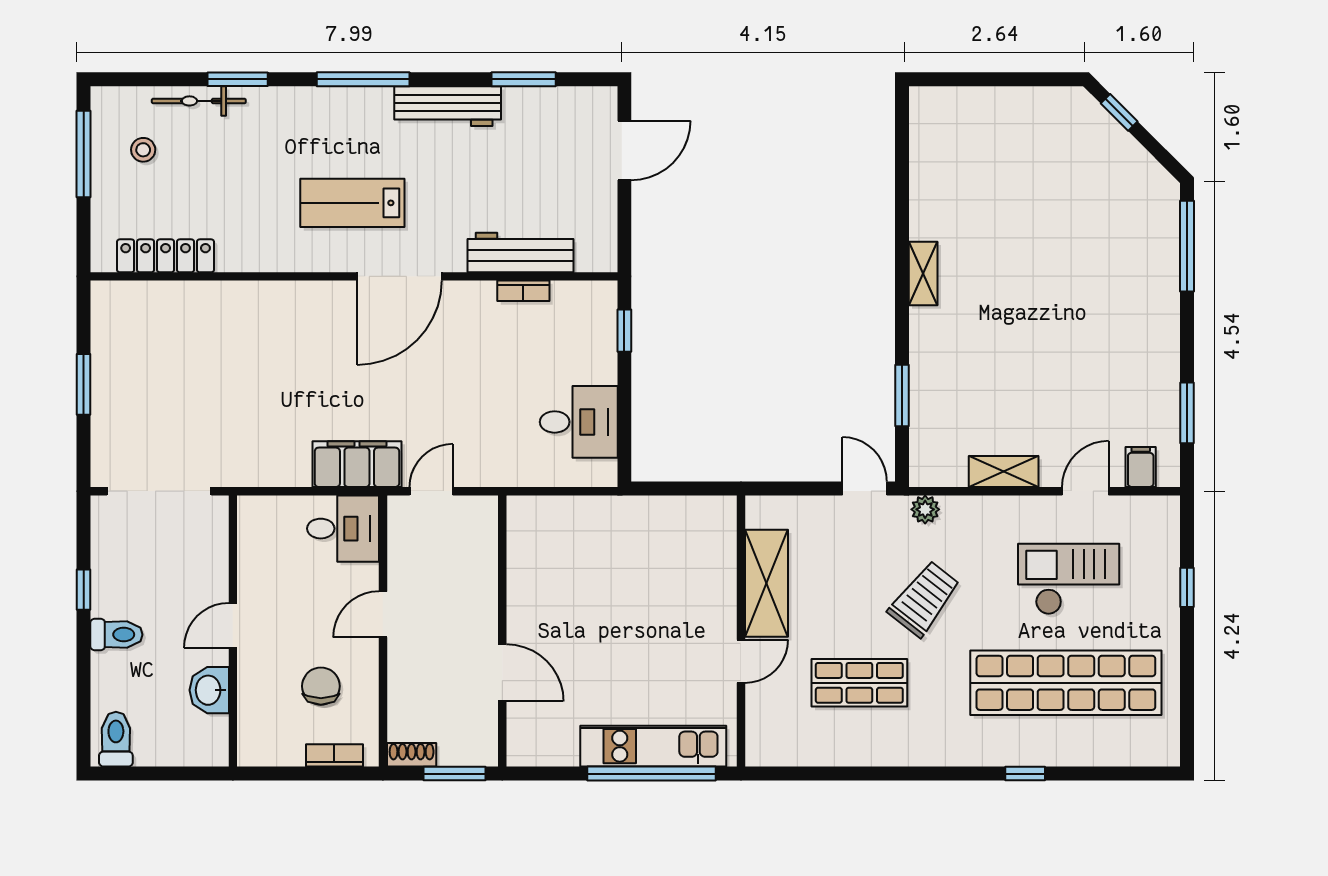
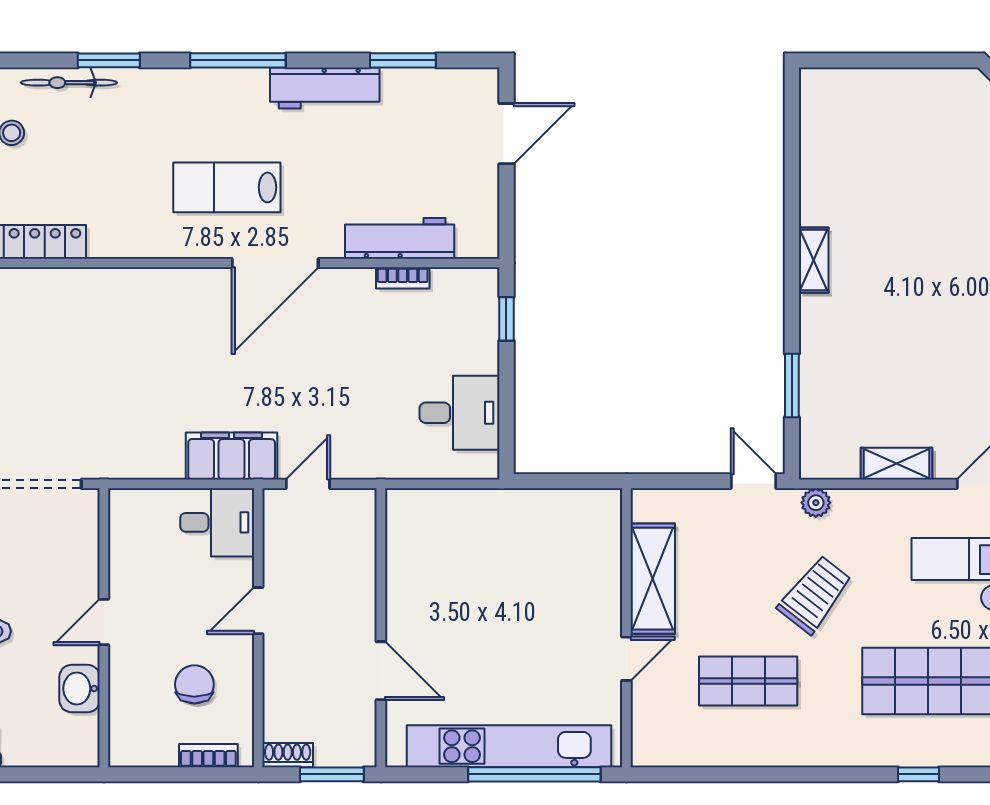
kitchen unit: (653, 746) -> (509, 746), width x1.36

